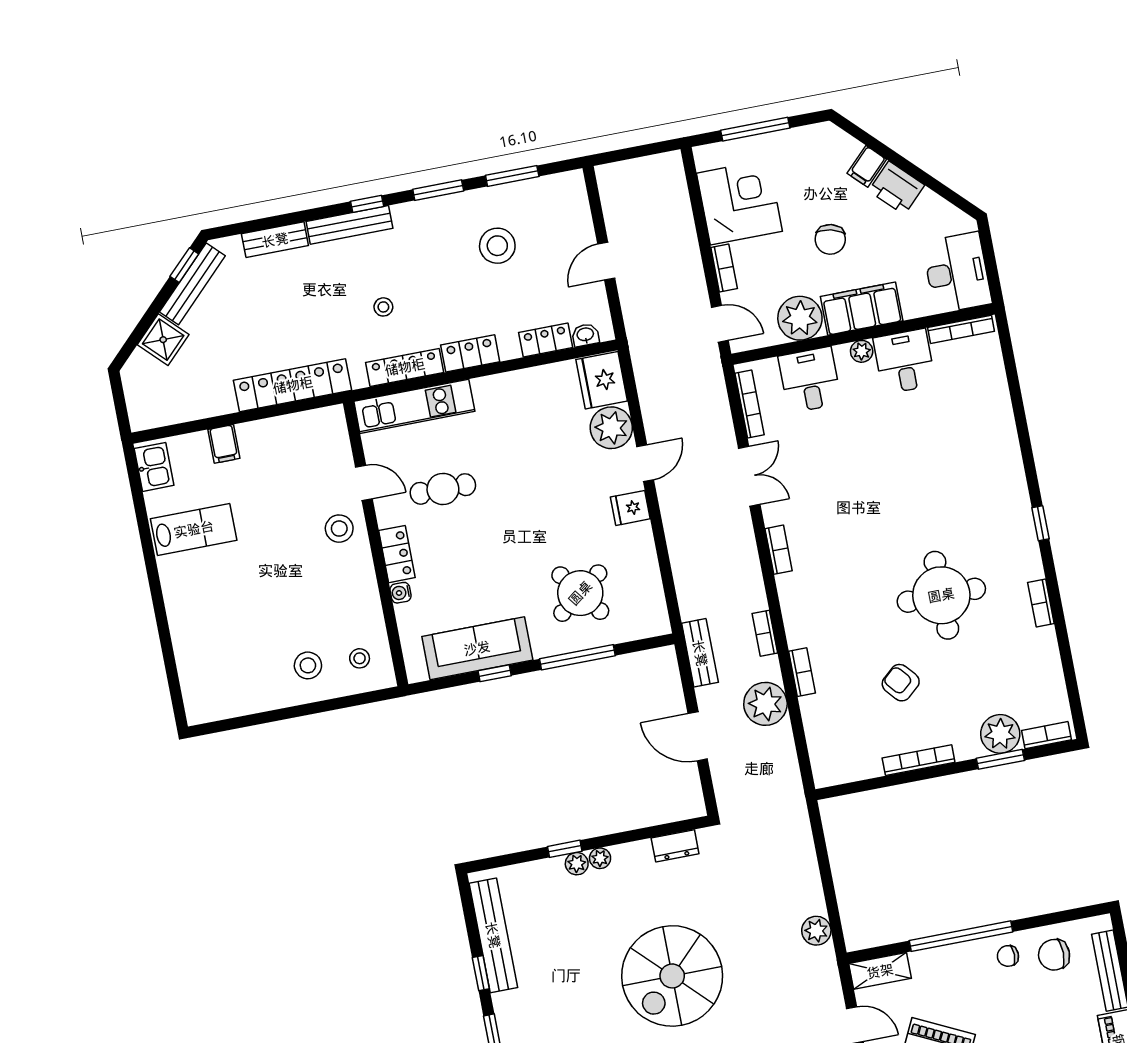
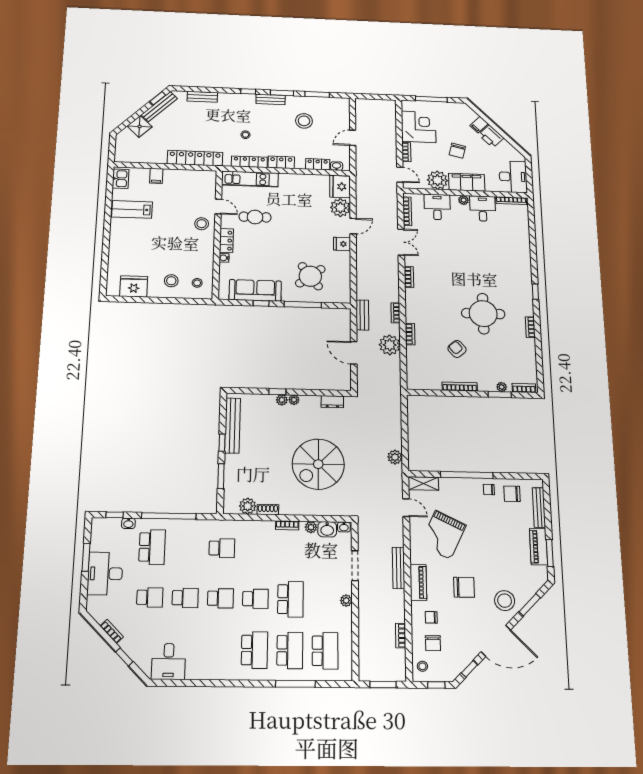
bench: (349, 225) -> (271, 99), moved, width x0.73
lab bench: (194, 529) -> (132, 209), turned 180
fridge: (238, 694) -> (134, 286), added
plant: (1000, 734) -> (502, 387), width x0.53, depth x0.53

